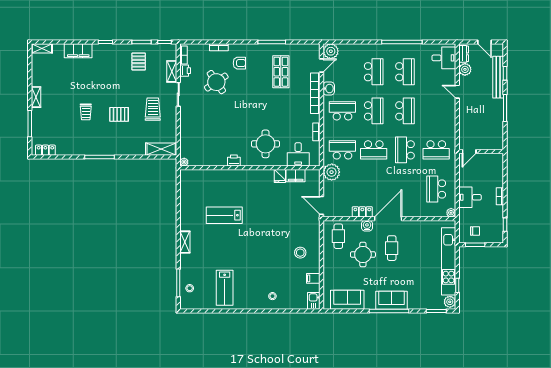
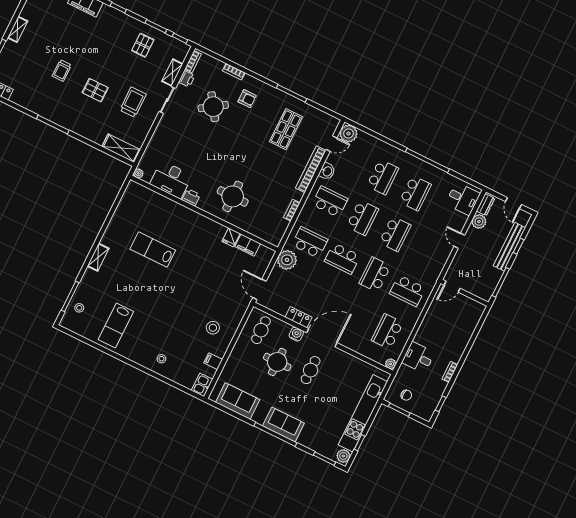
door: (469, 152) -> (452, 287), moved
wall: (481, 152) -> (465, 293), moved
desk: (298, 154) -> (171, 180), moved, width x1.37

